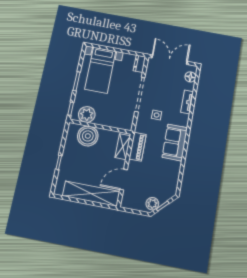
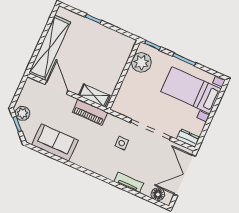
double door: (169, 60) -> (185, 175), swing flipped
boiler: (88, 136) -> (116, 58), removed
sofa: (175, 142) -> (55, 142), moved

